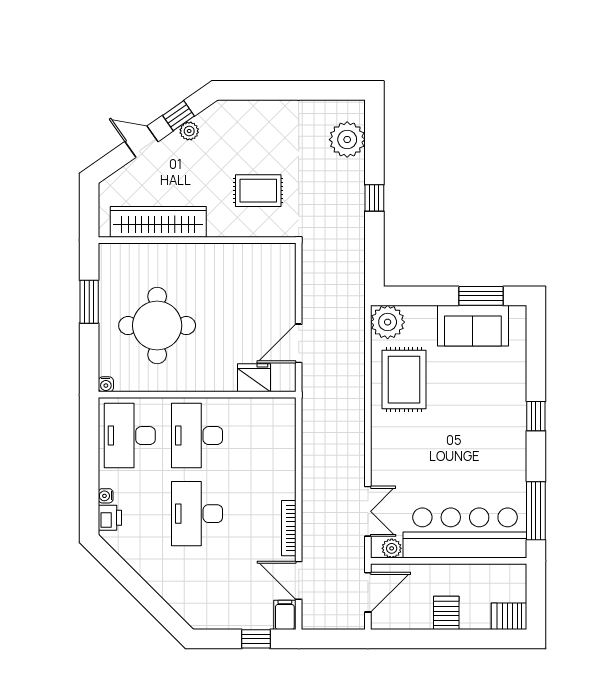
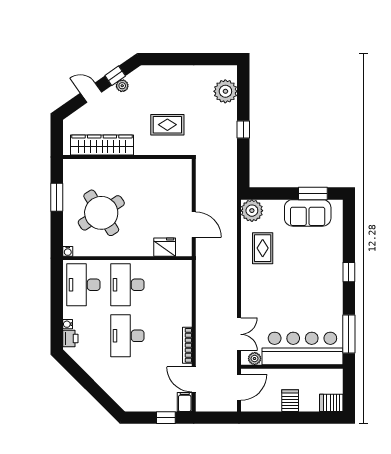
round table: (157, 326) -> (101, 213), turned -33
door: (299, 343) -> (194, 225), swing flipped
rug: (404, 380) -> (263, 248), width x0.73, depth x0.70

